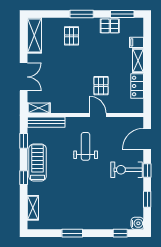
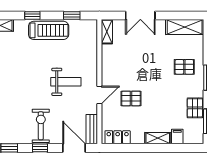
locker: (137, 86) -> (118, 137), moved
bench: (46, 122) -> (92, 129), moved, width x0.73

